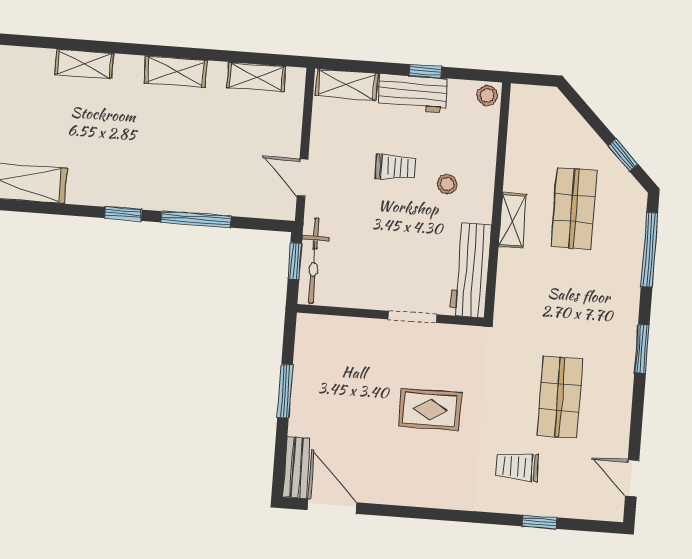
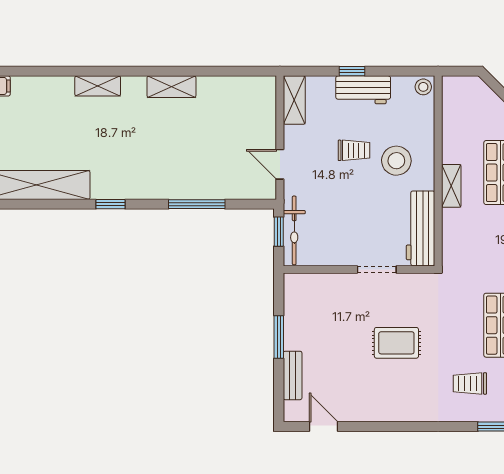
window: (425, 71) -> (352, 71), moved
shelving: (256, 77) -> (237, 86), removed
shelving: (347, 85) -> (294, 100), moved, turned 90
stool: (447, 184) -> (396, 161), width x1.89, depth x1.89
window: (123, 214) -> (111, 204), moved
bench: (297, 468) -> (293, 375), moved
door: (332, 506) -> (323, 427), width x0.73

